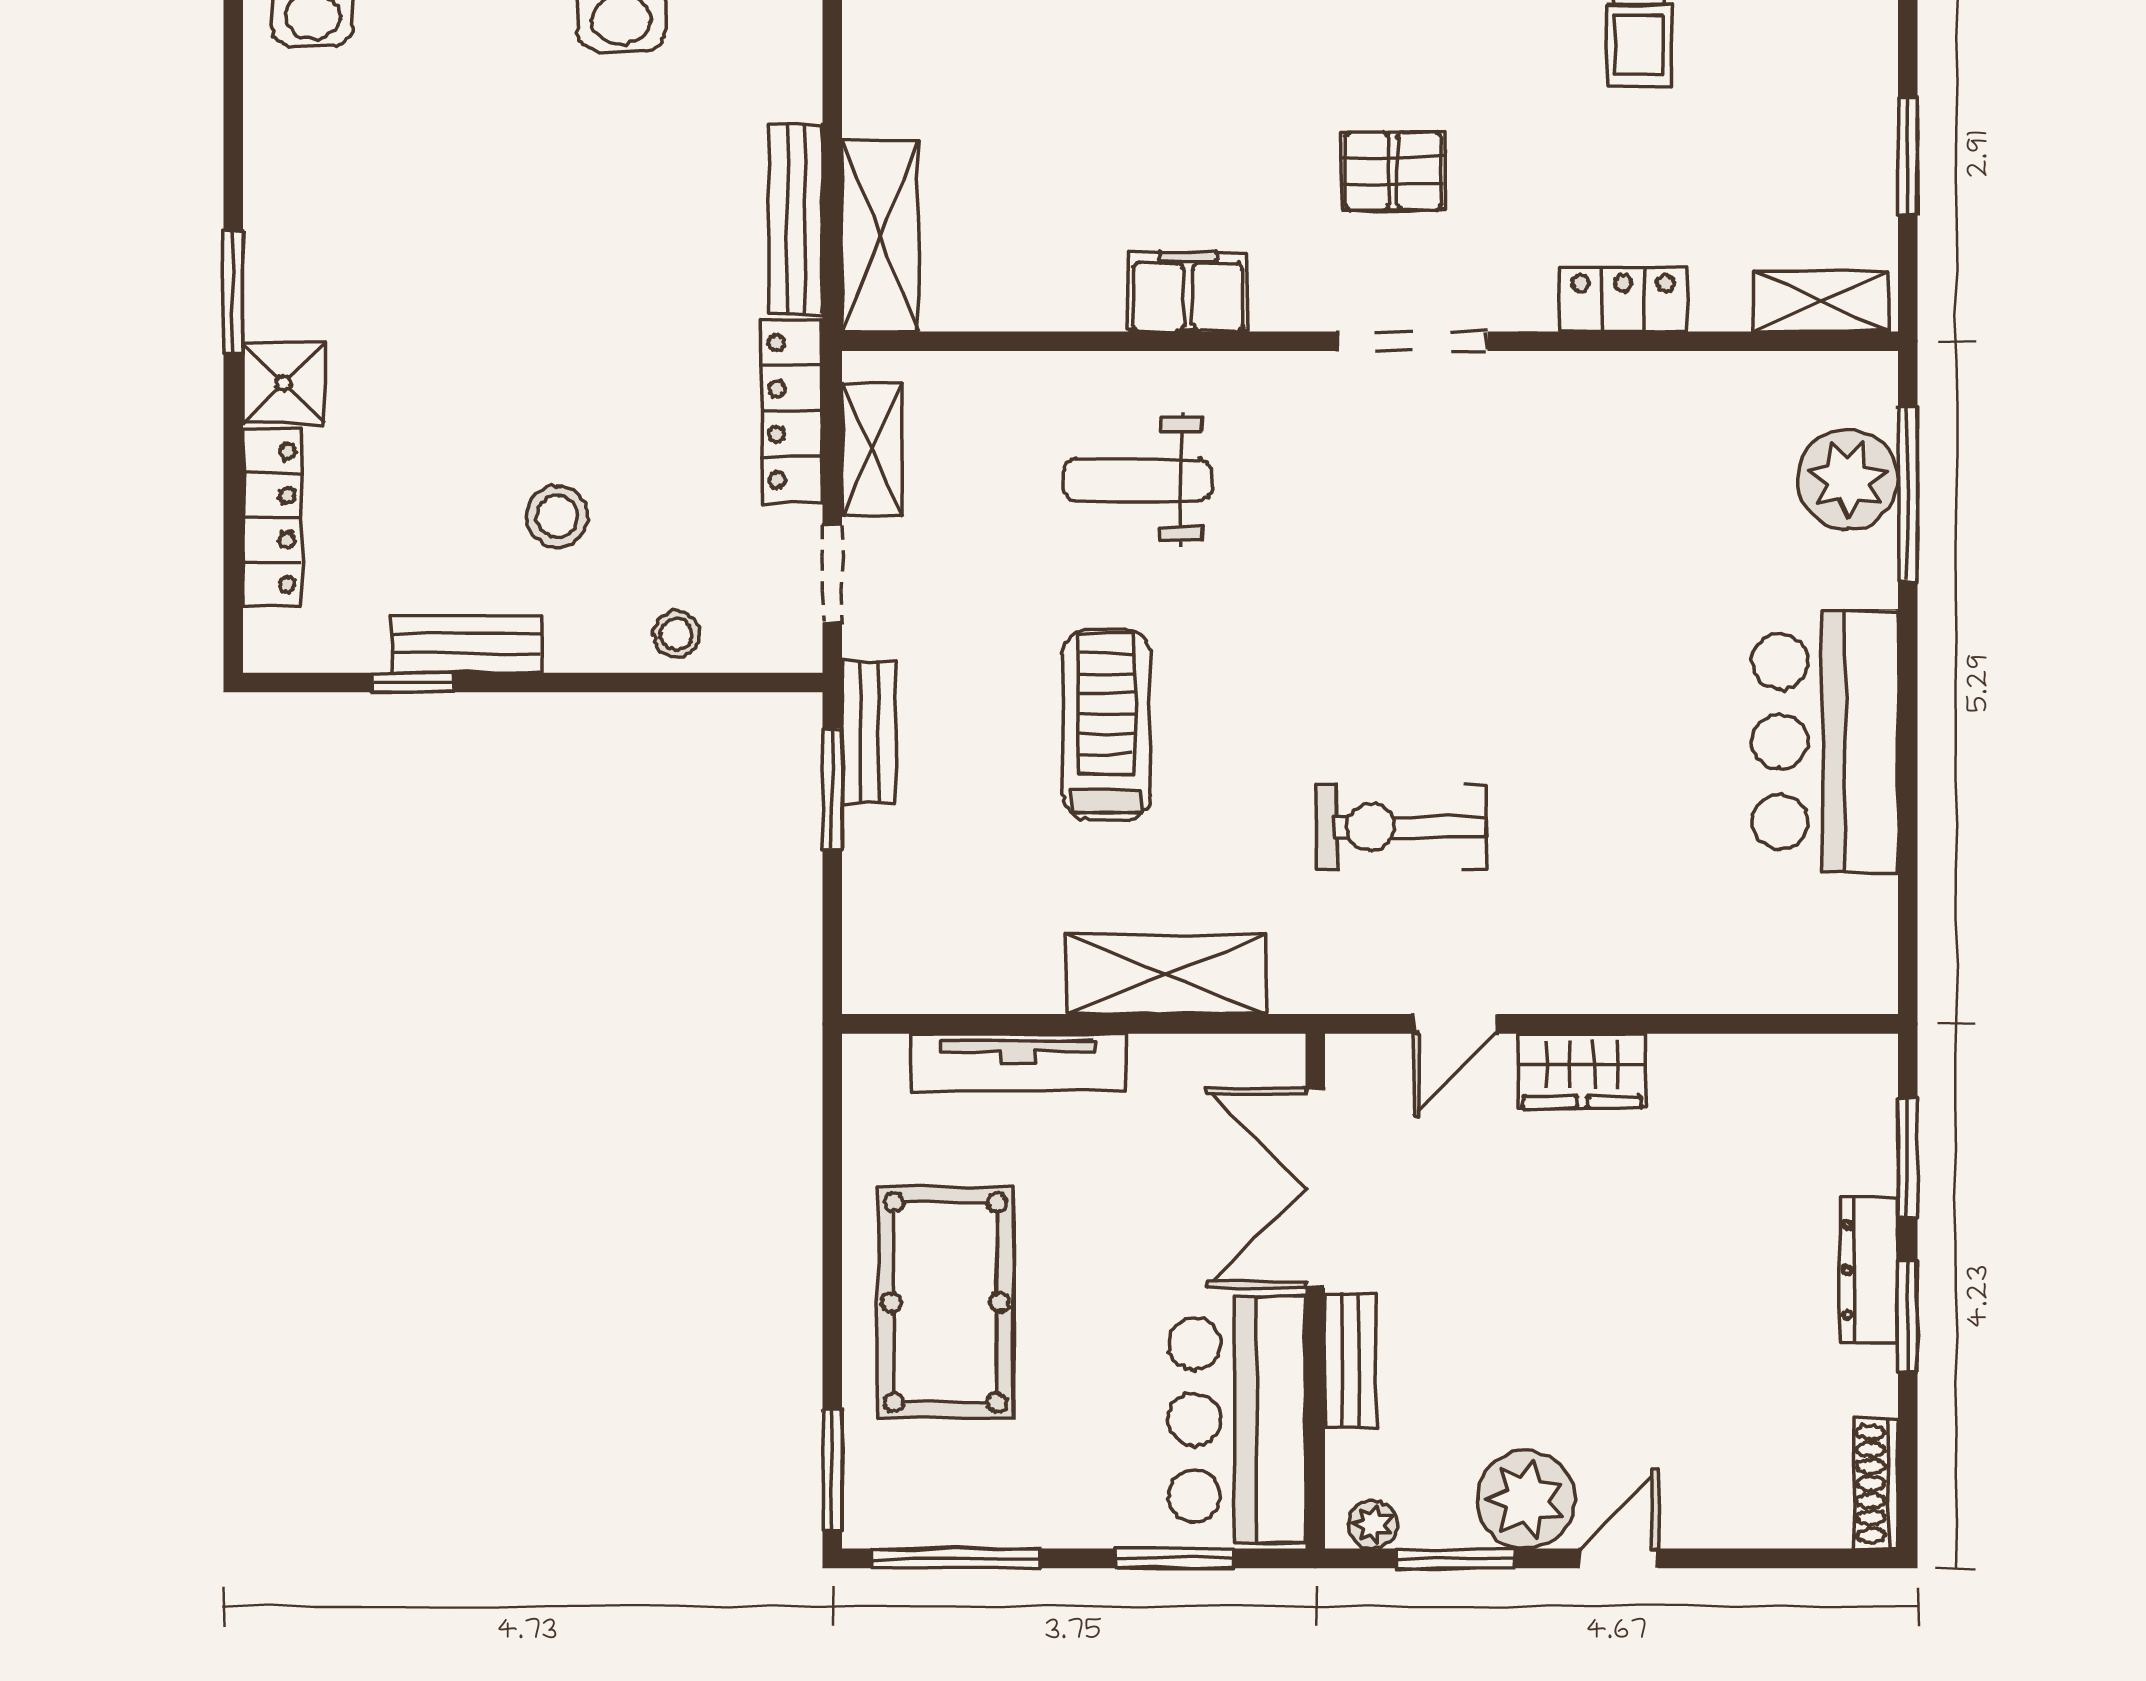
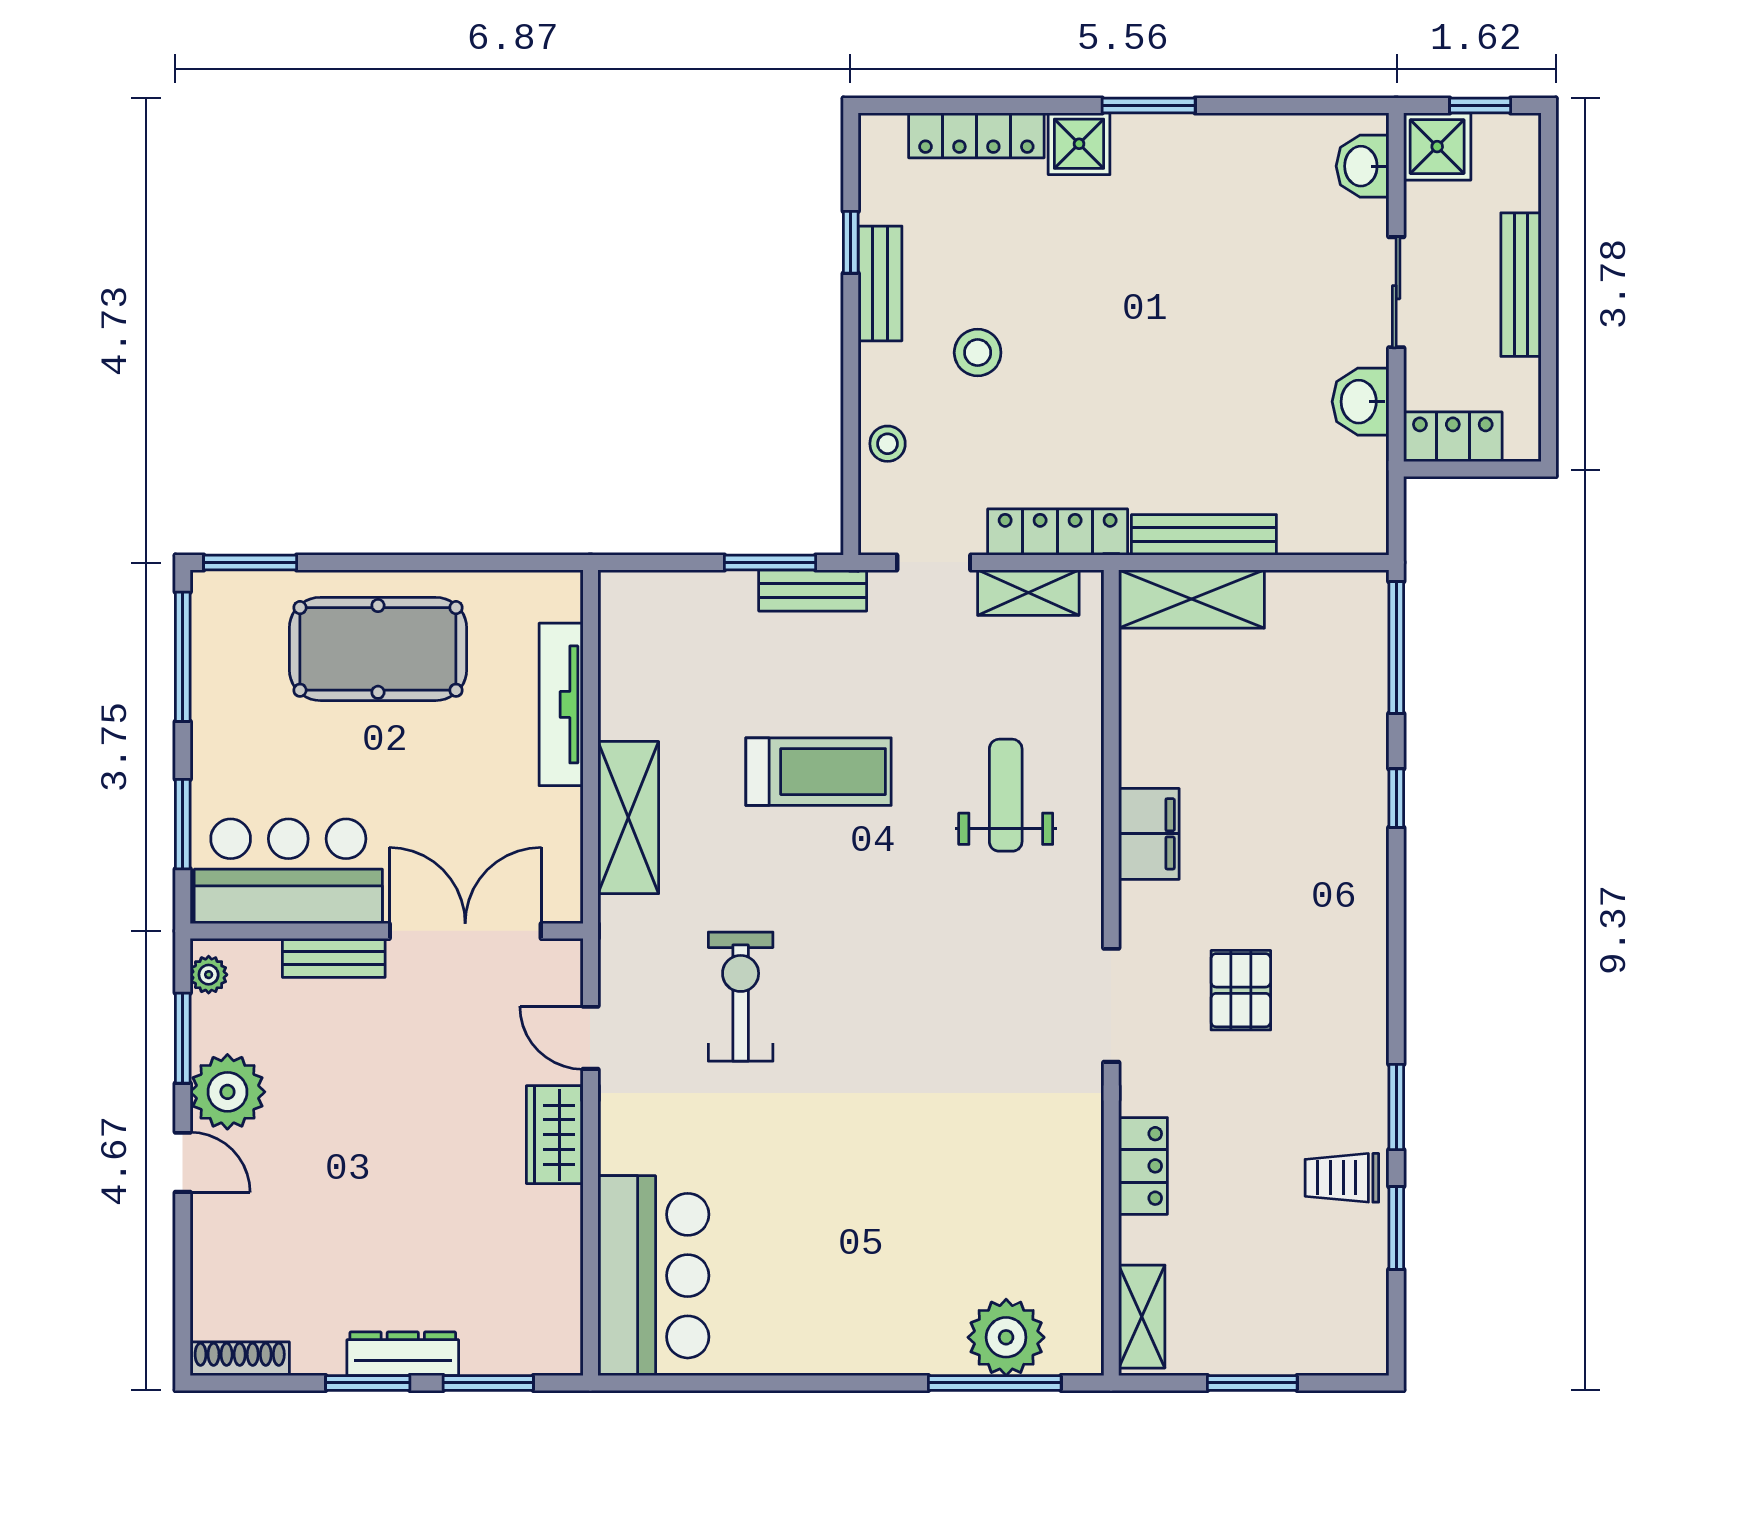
bar counter: (1825, 742) -> (653, 1276), moved, turned 90

